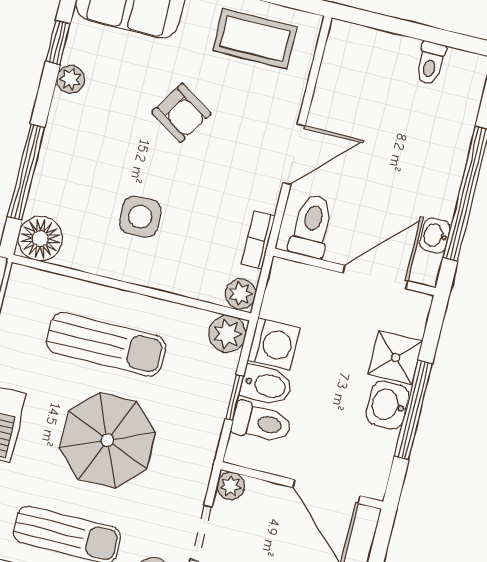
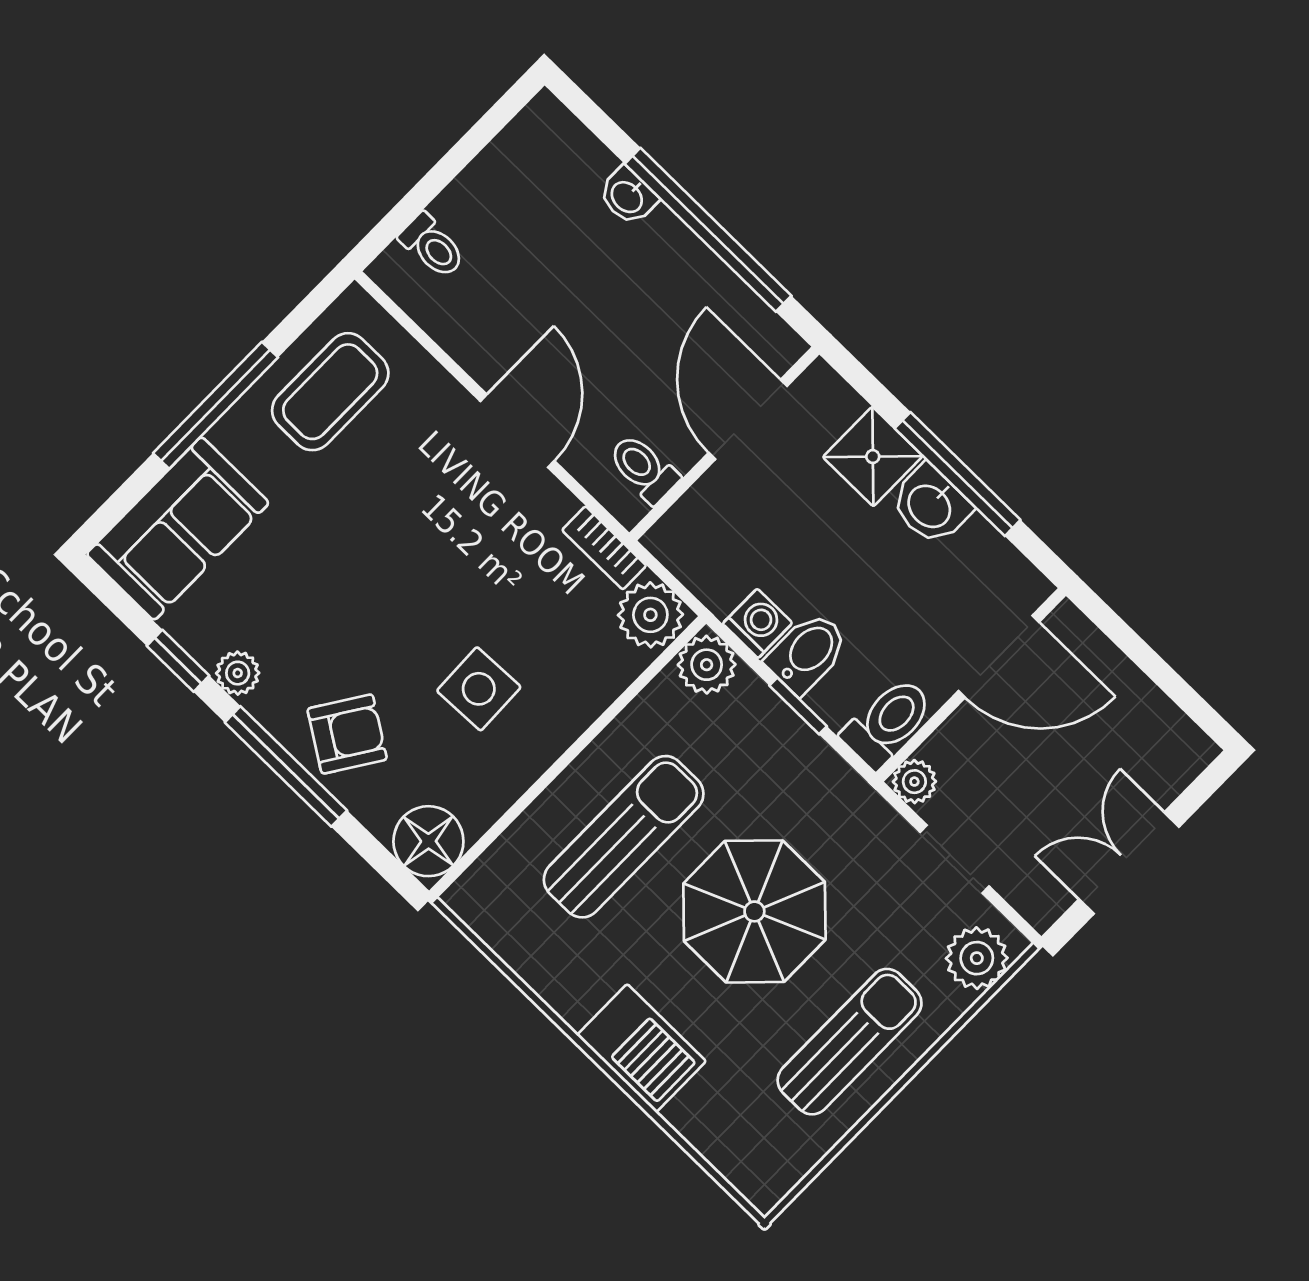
toilet: (430, 63) -> (432, 246), moved
armchair: (181, 113) -> (347, 734), moved
window: (26, 172) -> (286, 766), moved
toilet: (312, 226) -> (644, 469), width x0.73, depth x0.72
washbasin: (435, 236) -> (628, 196), moved
plant: (241, 294) -> (650, 615), width x1.38, depth x1.38
washing machine: (274, 344) -> (758, 623), width x0.73, depth x0.73
toilet: (262, 423) -> (888, 723), moved

